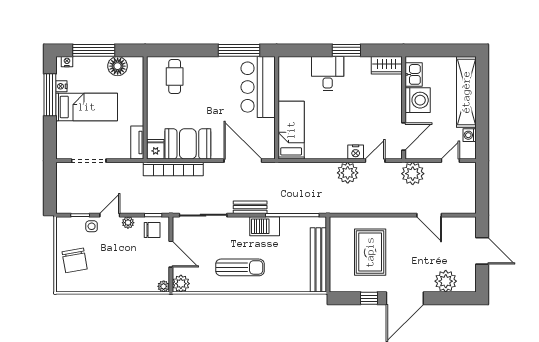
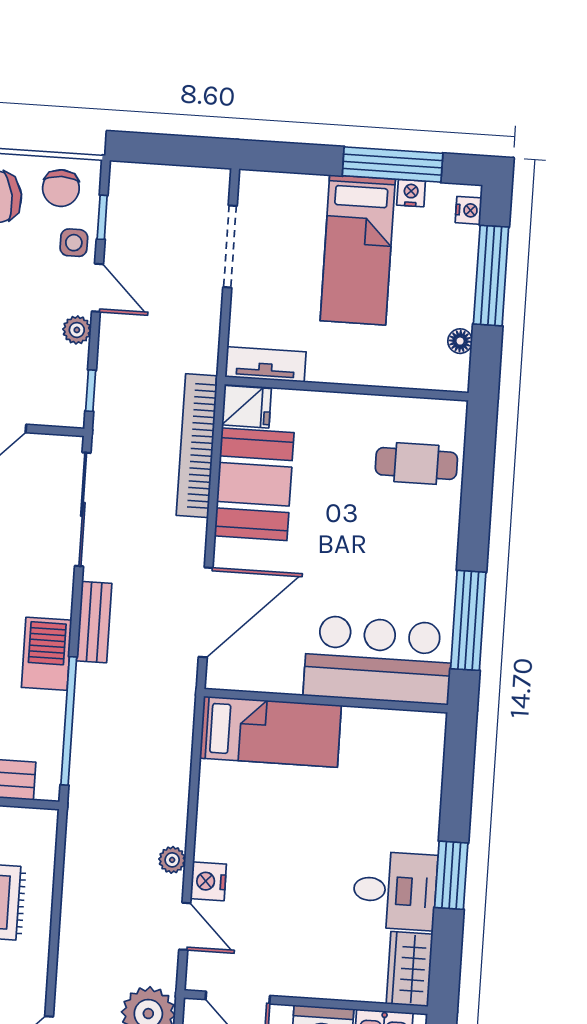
floor lamp: (118, 66) -> (460, 341), width x0.53, depth x0.53
desk: (328, 74) -> (395, 891), moved
plant: (348, 173) -> (172, 860), width x0.53, depth x0.53
chair: (152, 230) -> (61, 188), moved

